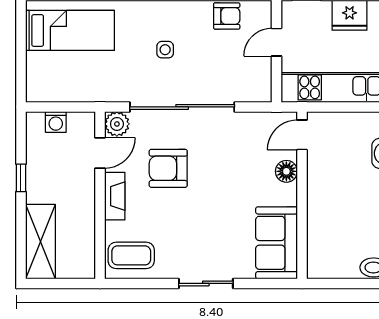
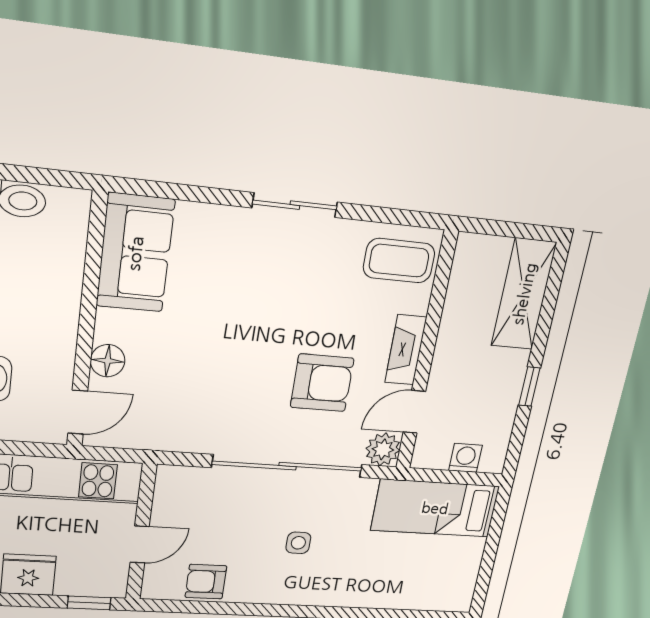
bed: (70, 30) -> (435, 508), moved
door: (302, 135) -> (78, 412), moved
floor lamp: (286, 171) -> (108, 361), moved
wall: (302, 195) -> (87, 323), moved
sofa: (277, 243) -> (135, 253), moved

